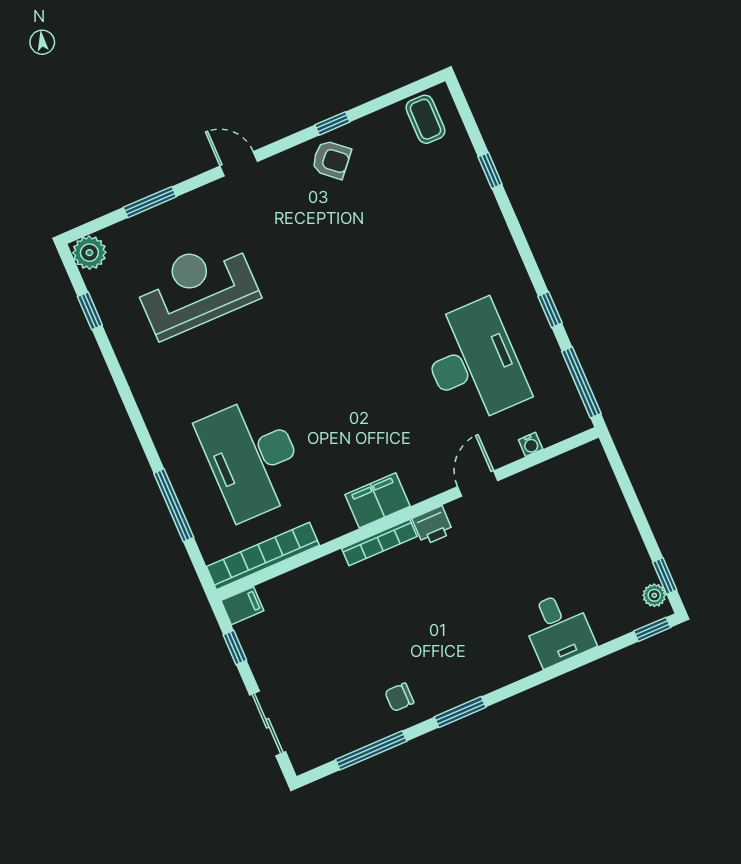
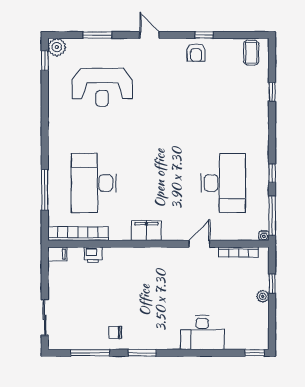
armchair: (331, 160) -> (196, 53), turned 49
reception desk: (197, 288) -> (102, 87), turned 180
window: (90, 311) -> (45, 61), moved
water cooler: (531, 444) -> (264, 236), moved
printer: (433, 526) -> (93, 255), moved
bookcase: (379, 543) -> (238, 252), moved
window: (665, 576) -> (272, 284), moved
plant: (654, 595) -> (263, 296), moved
desk: (558, 629) -> (202, 333), width x1.37
window: (235, 647) -> (45, 273), removed

